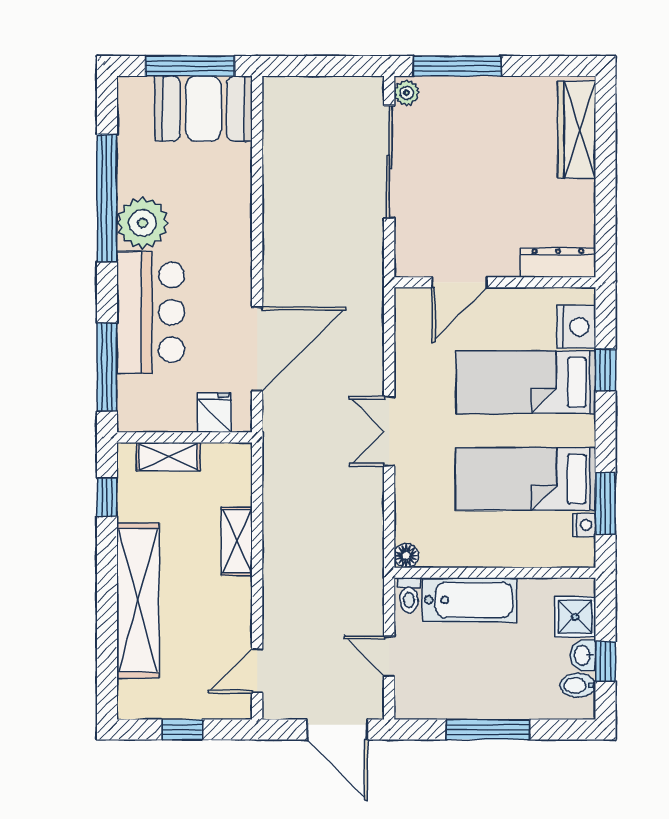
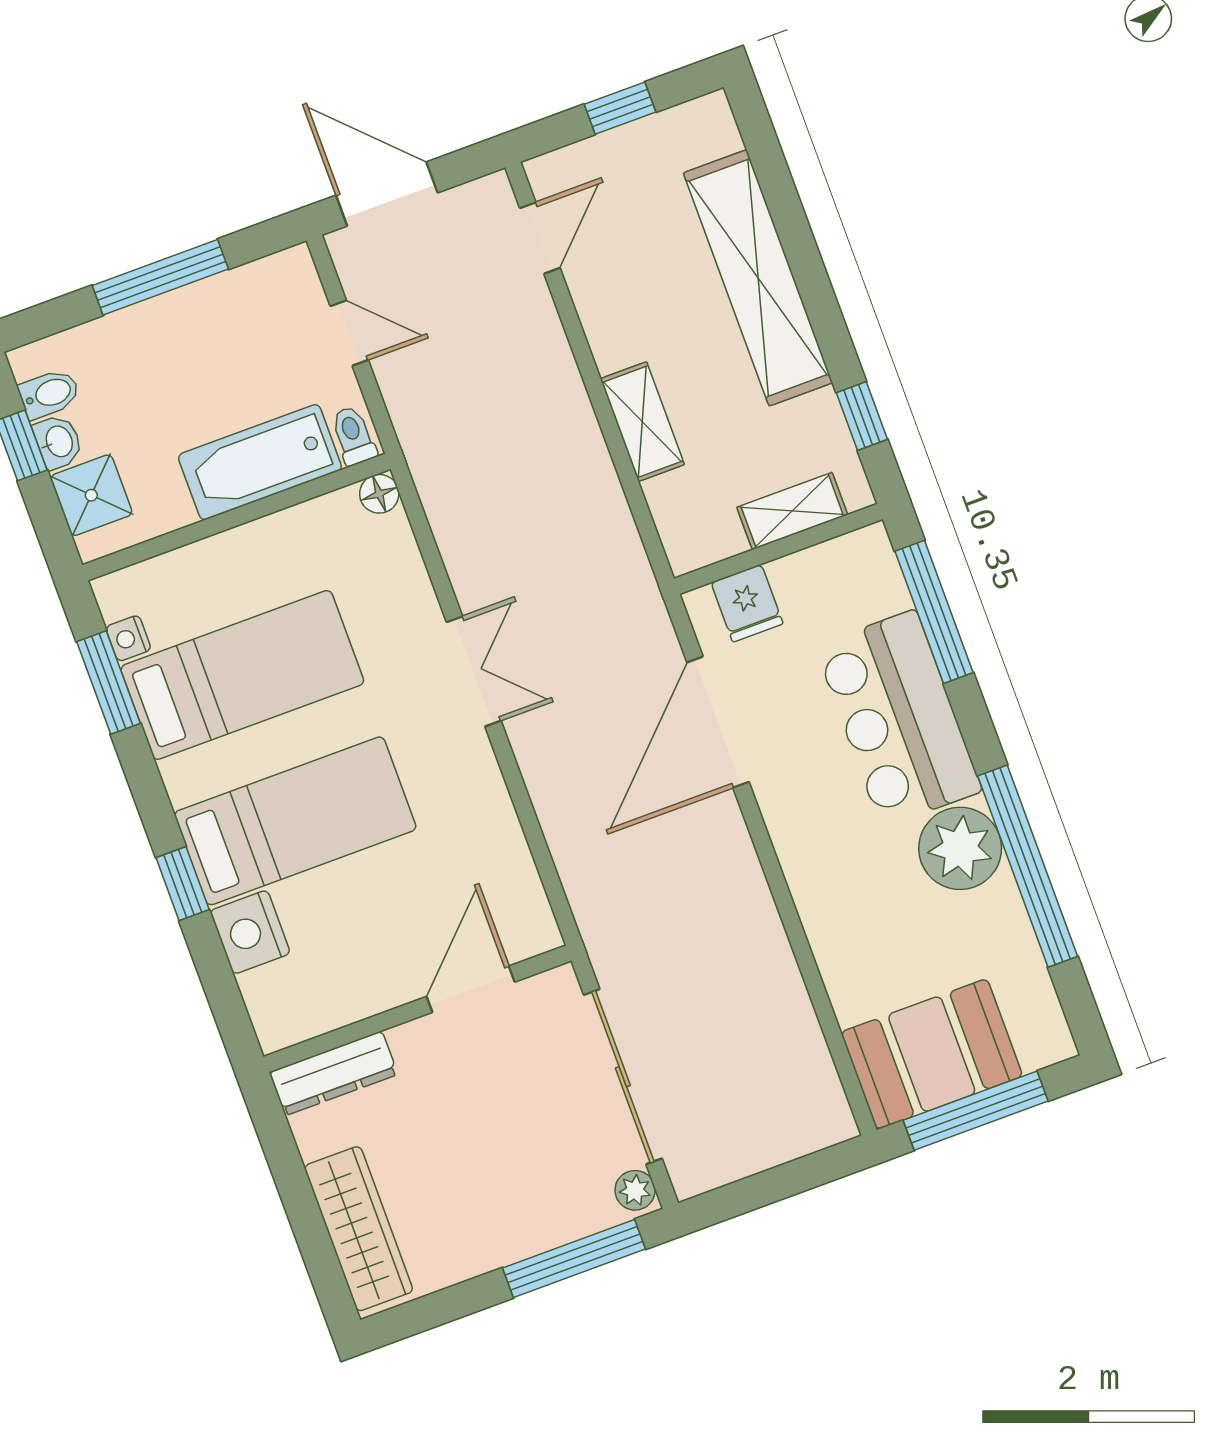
dresser: (558, 263) -> (333, 1073), moved
door: (459, 282) -> (471, 989), moved
wall: (495, 282) -> (417, 1009), moved

